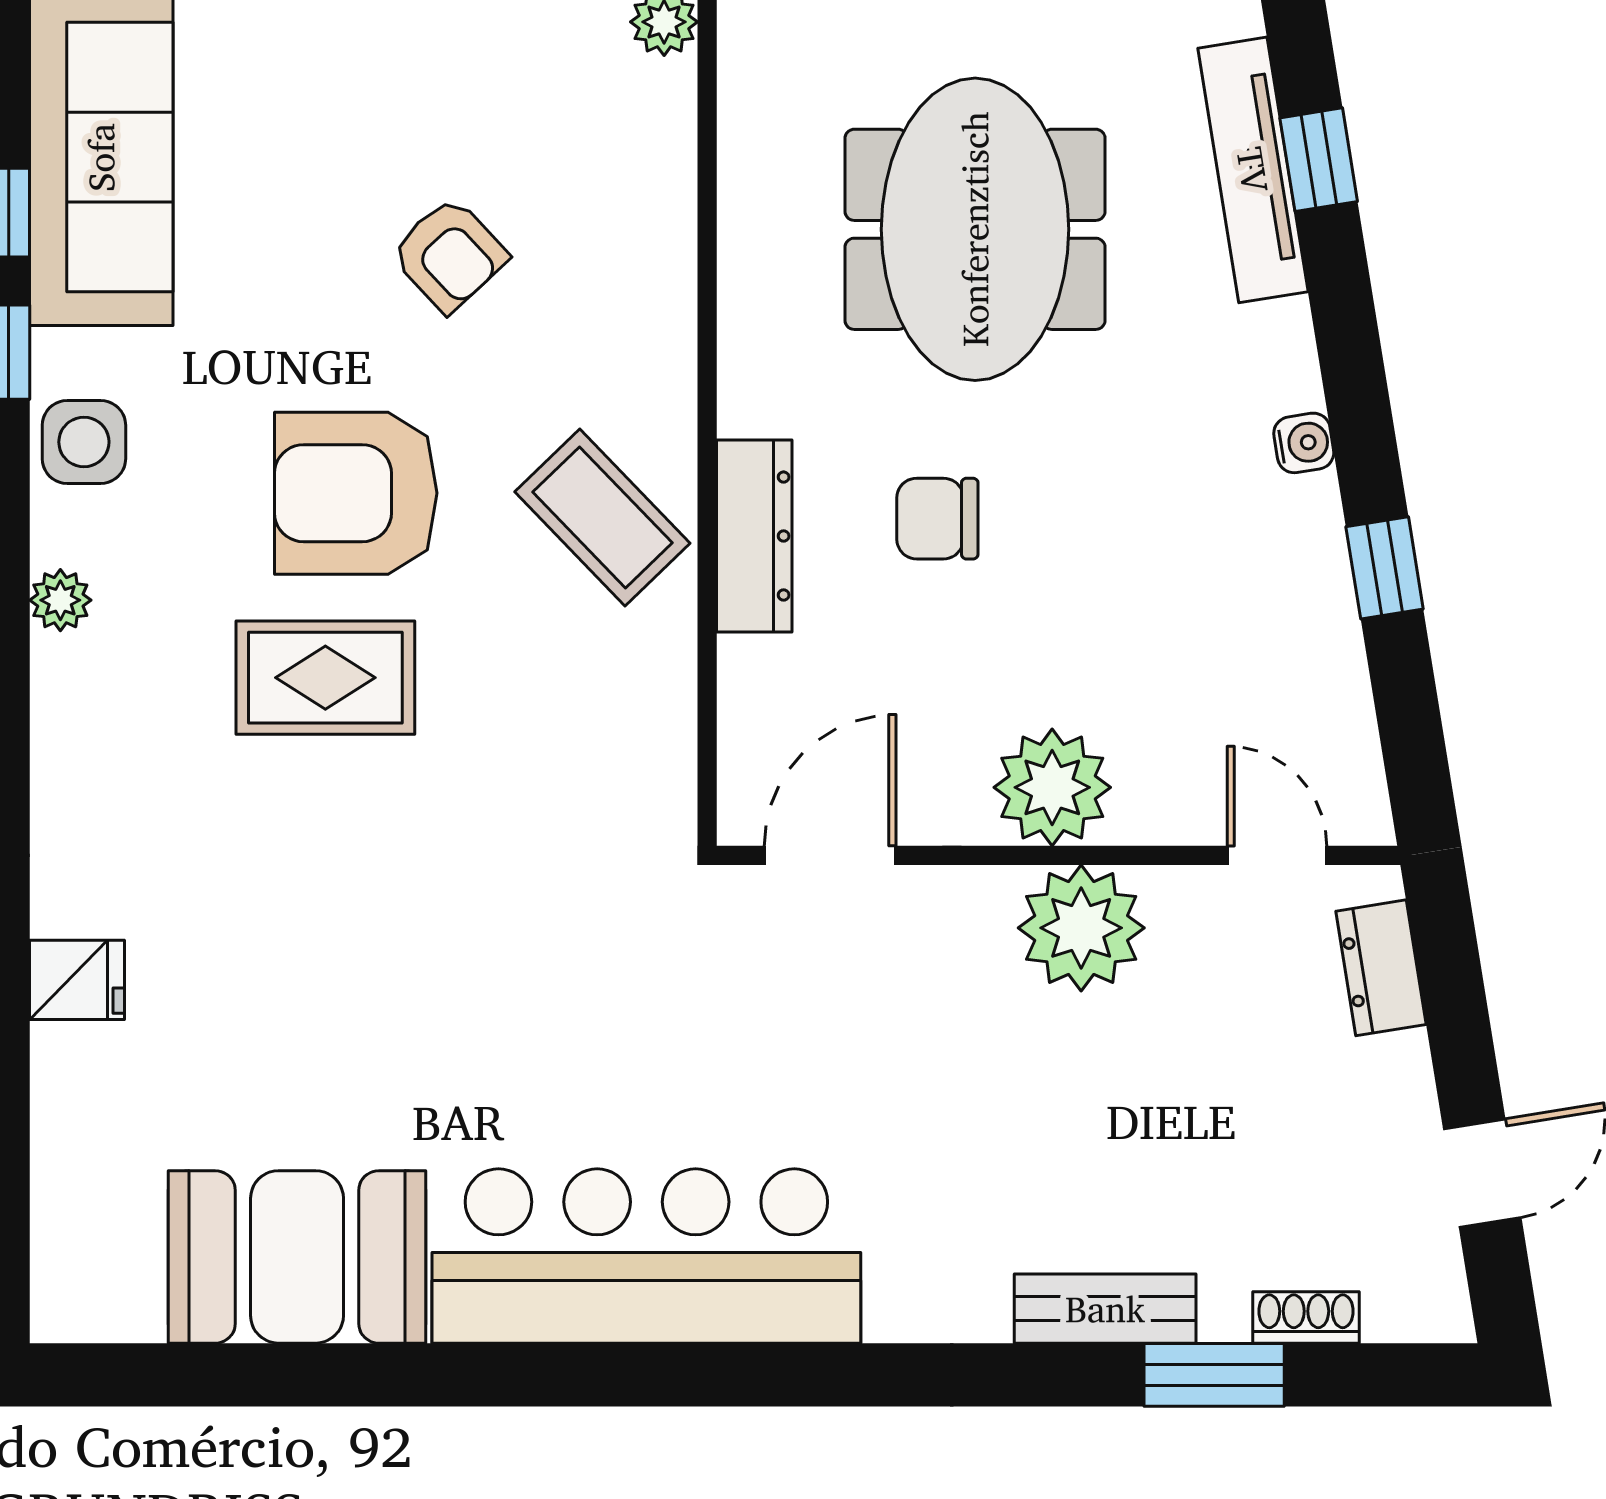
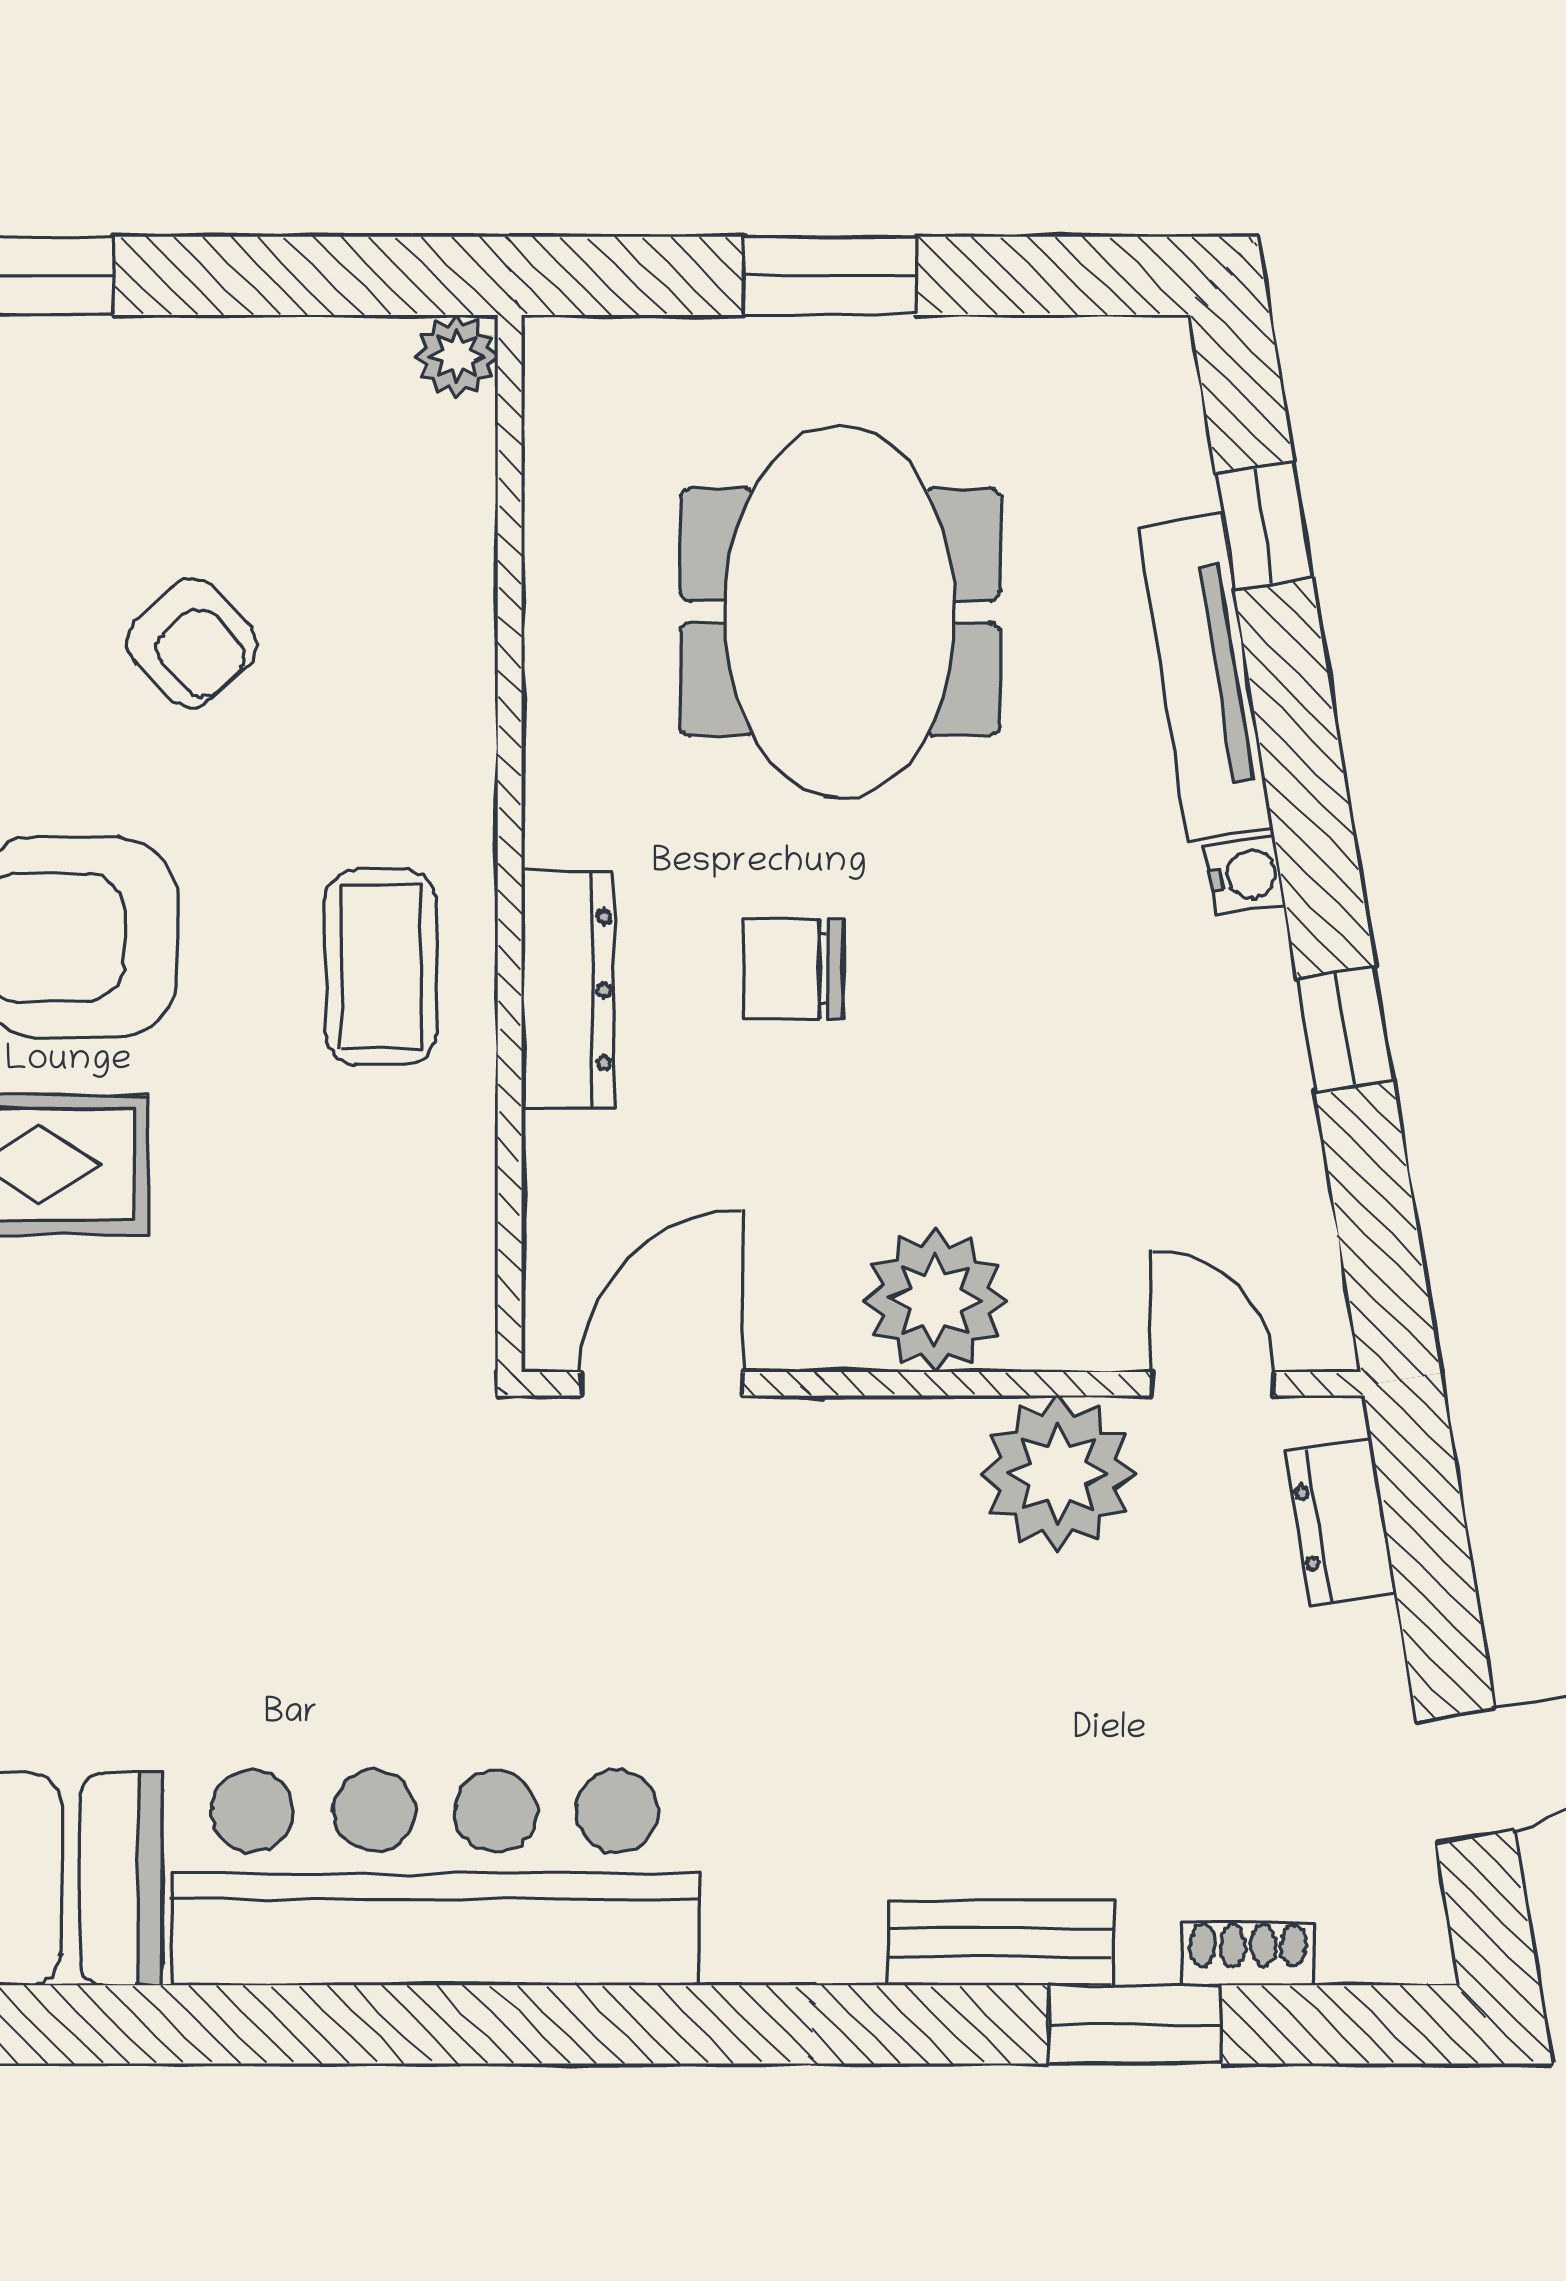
tv unit: (1253, 170) -> (1205, 677), moved
coffee table: (602, 517) -> (381, 967), turned 44
plant: (1081, 928) -> (1058, 1473), moved

